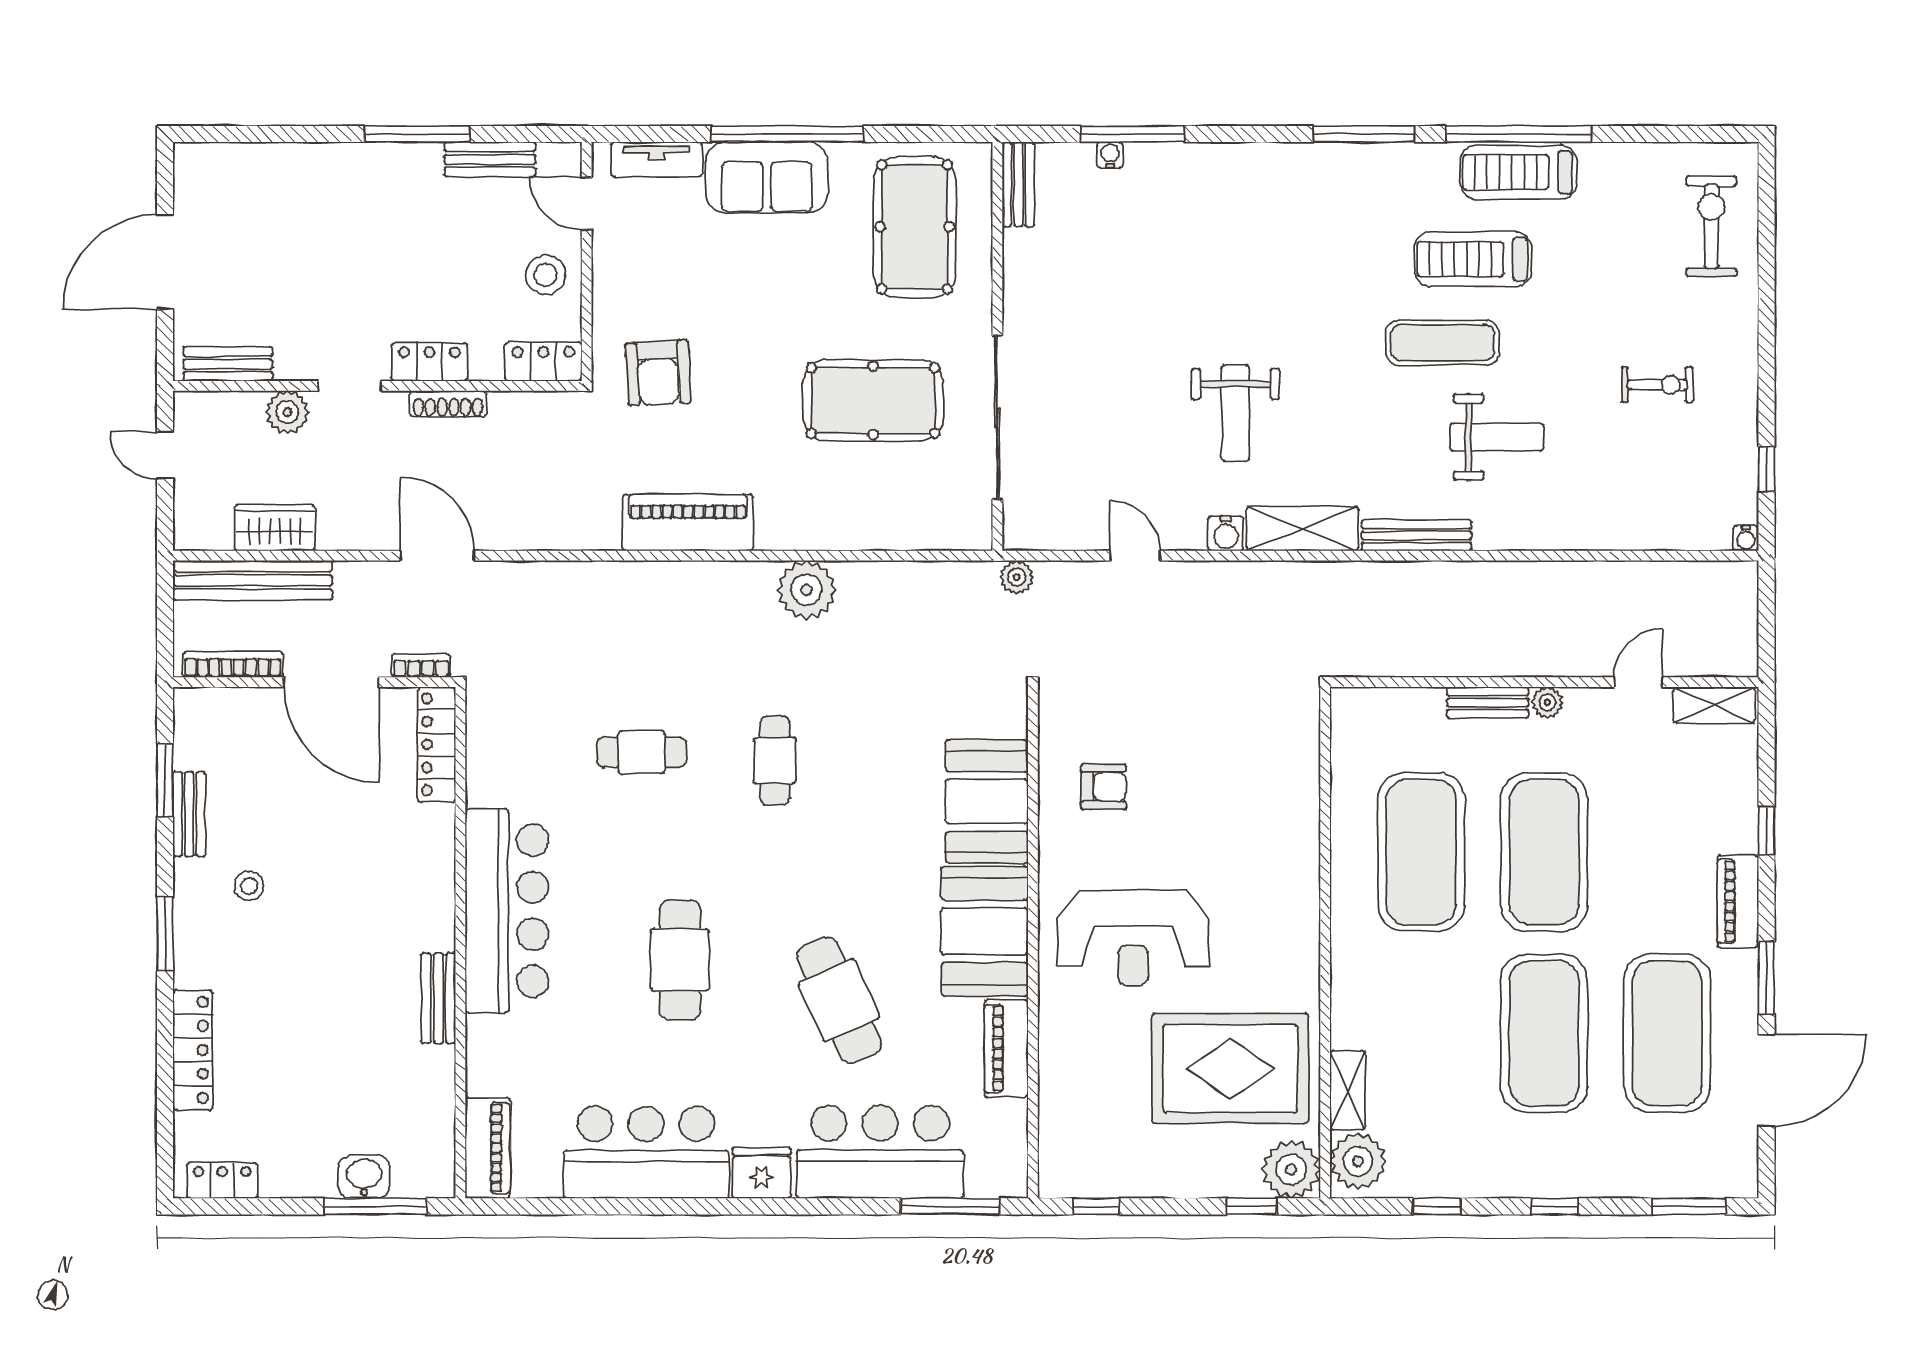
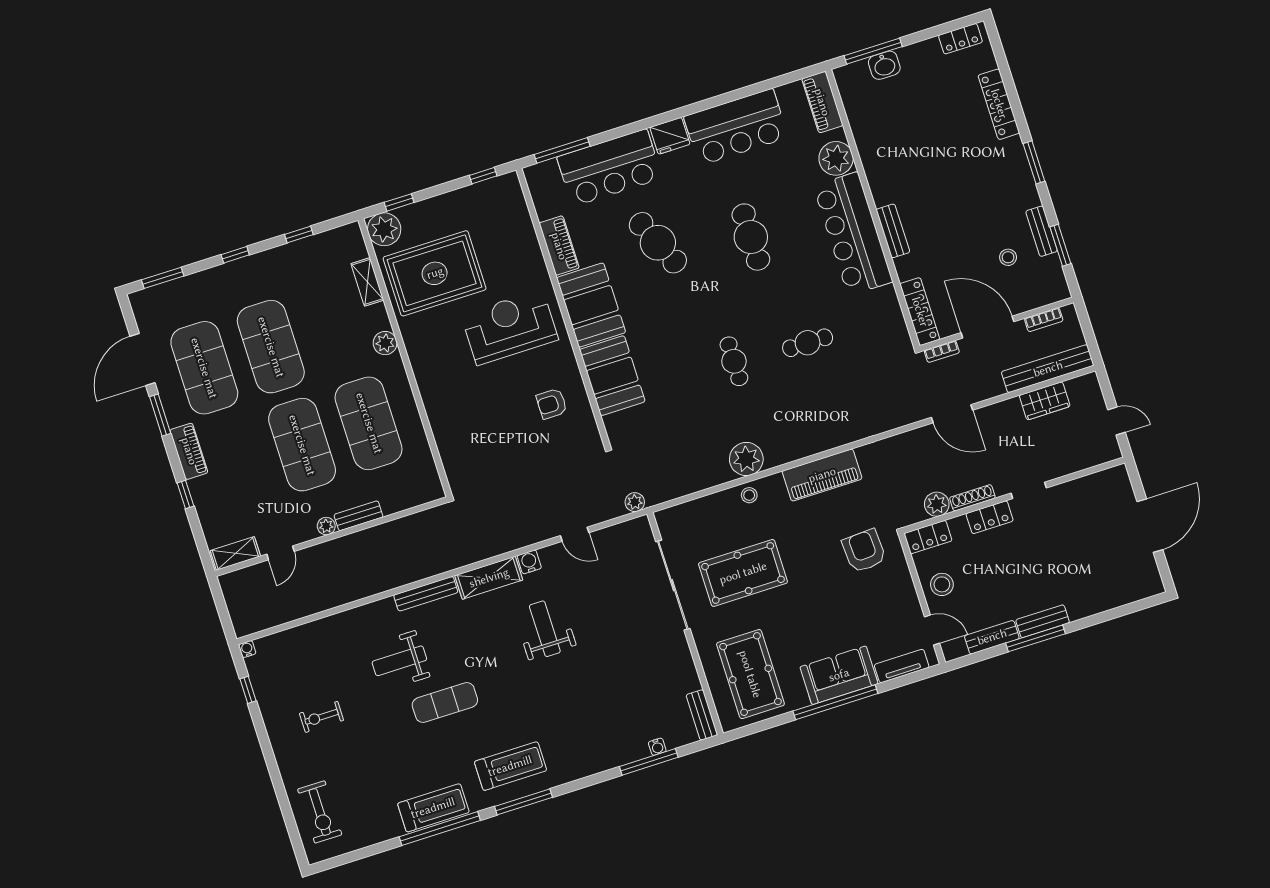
treadmill: (1473, 259) -> (510, 766), moved
bench: (228, 364) -> (1043, 621), moved
plant: (287, 412) -> (937, 504), moved
stool: (821, 528) -> (749, 495), added
bookcase: (233, 664) -> (1044, 320), width x0.64
stool: (249, 886) -> (1008, 257), moved
bench: (438, 998) -> (893, 231), moved
plant: (495, 1046) -> (836, 158), added
plant: (1358, 1161) -> (385, 343), moved, width x0.73, depth x0.73

